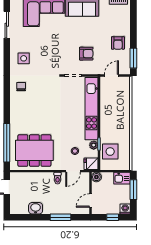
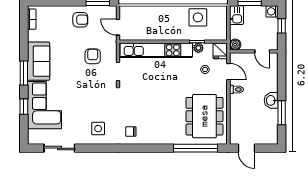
side table: (110, 152) -> (198, 17), moved
washbasin: (36, 208) -> (271, 100), moved
window: (61, 217) -> (282, 113), moved

